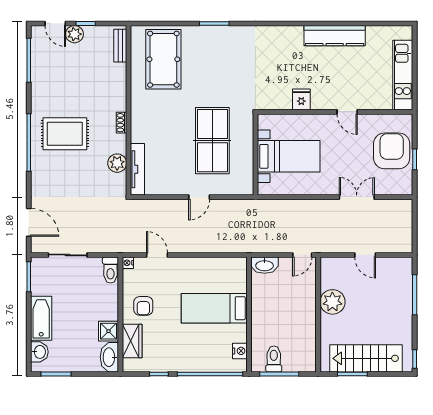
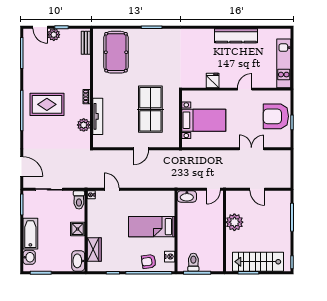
door: (347, 112) -> (245, 89), swing flipped
armchair: (392, 151) -> (276, 116), turned -90
tv unit: (137, 169) -> (98, 116), moved
armchair: (143, 306) -> (149, 261), moved, turned 82
shower: (109, 331) -> (78, 229), moved

